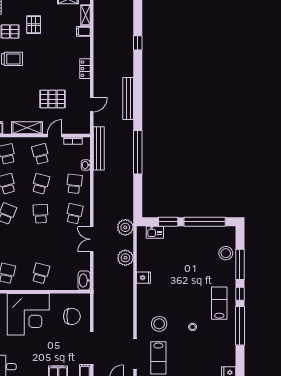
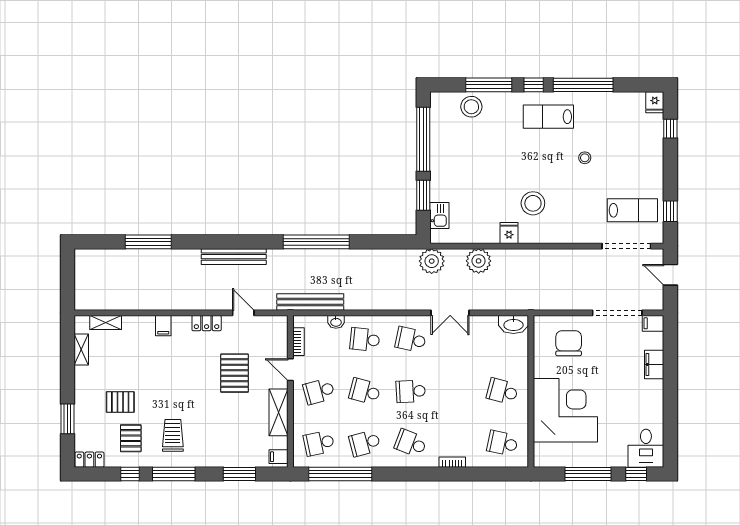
filing cabinet: (83, 31) -> (163, 326), moved
window: (138, 43) -> (148, 242), width x2.17
locker: (85, 69) -> (207, 323), moved
stool: (159, 324) -> (533, 203), moved

